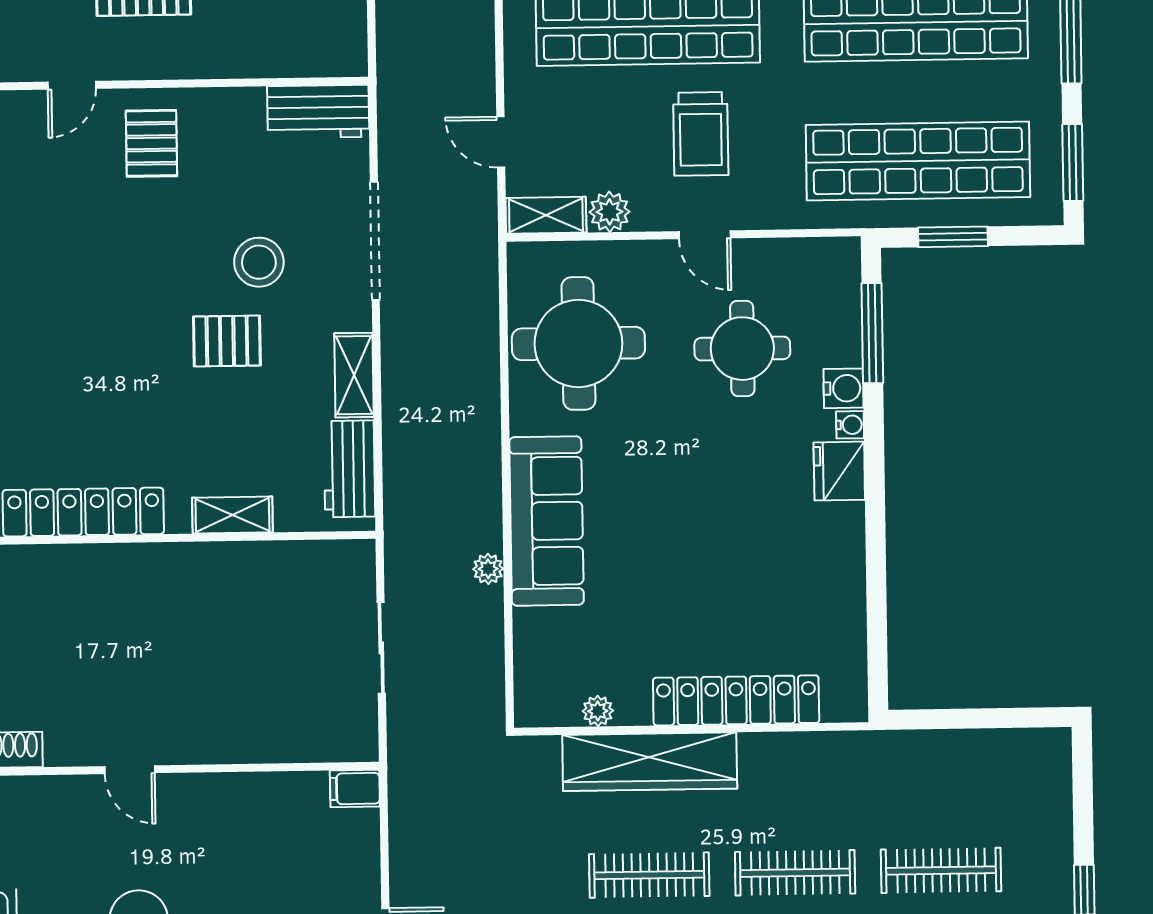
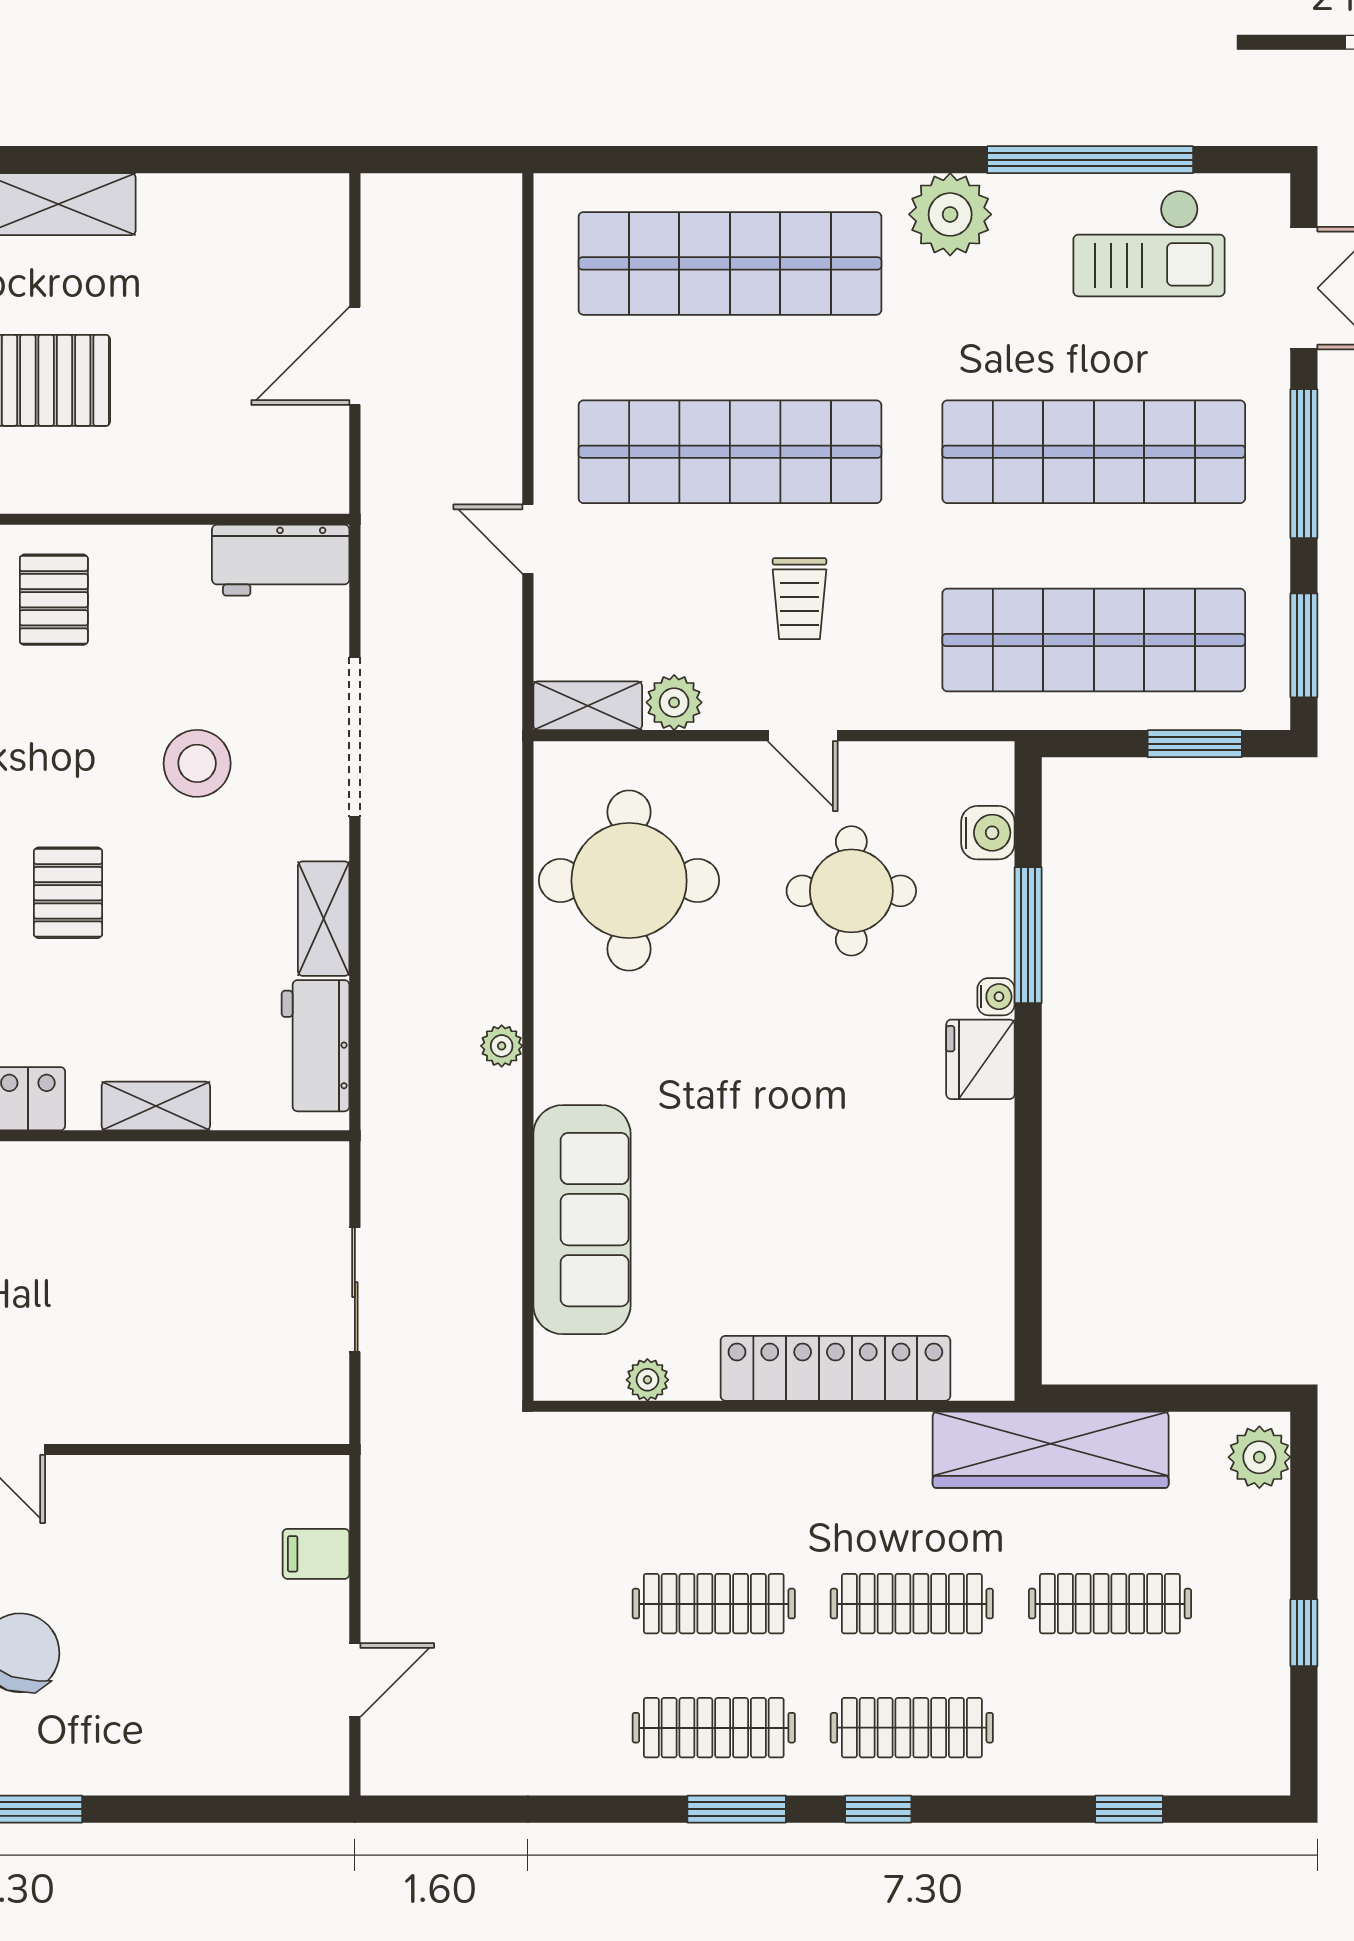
trolley: (701, 134) -> (799, 599), width x0.73, depth x0.72
door: (501, 142) -> (528, 539), moved
window: (953, 237) -> (1195, 744), moved
window: (872, 333) -> (1028, 935), moved
pallet: (227, 341) -> (68, 893), moved, turned 90
water cooler: (843, 388) -> (988, 833), moved
sofa: (547, 521) -> (582, 1220), moved
plant: (488, 569) -> (502, 1046), moved
plant: (1049, 761) -> (1259, 1457), added
wardrobe: (650, 762) -> (1051, 1450), moved
filing cabinet: (355, 789) -> (316, 1554), moved

